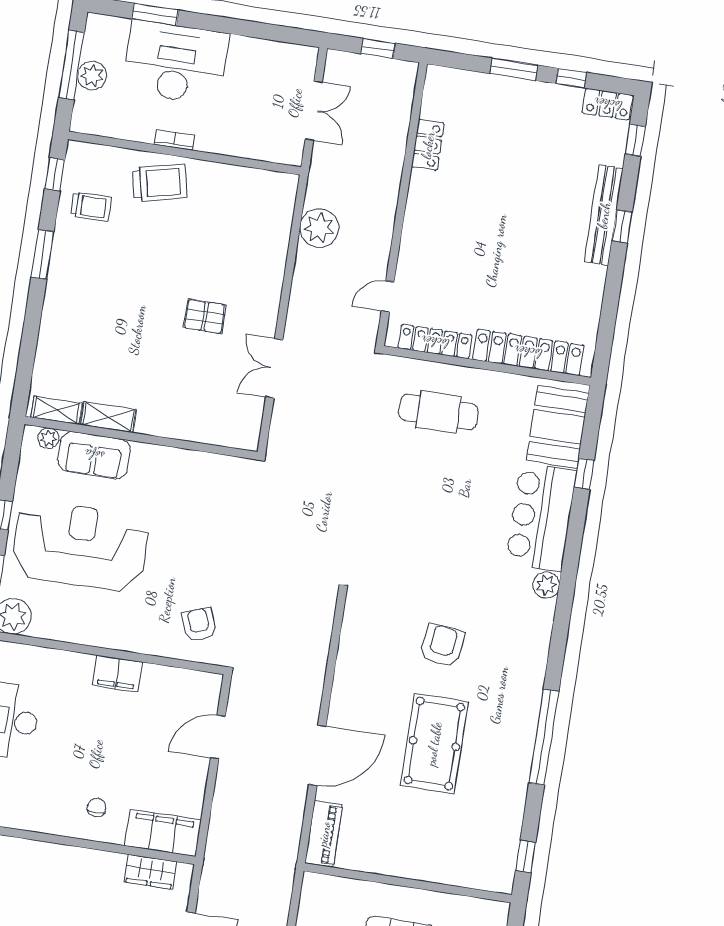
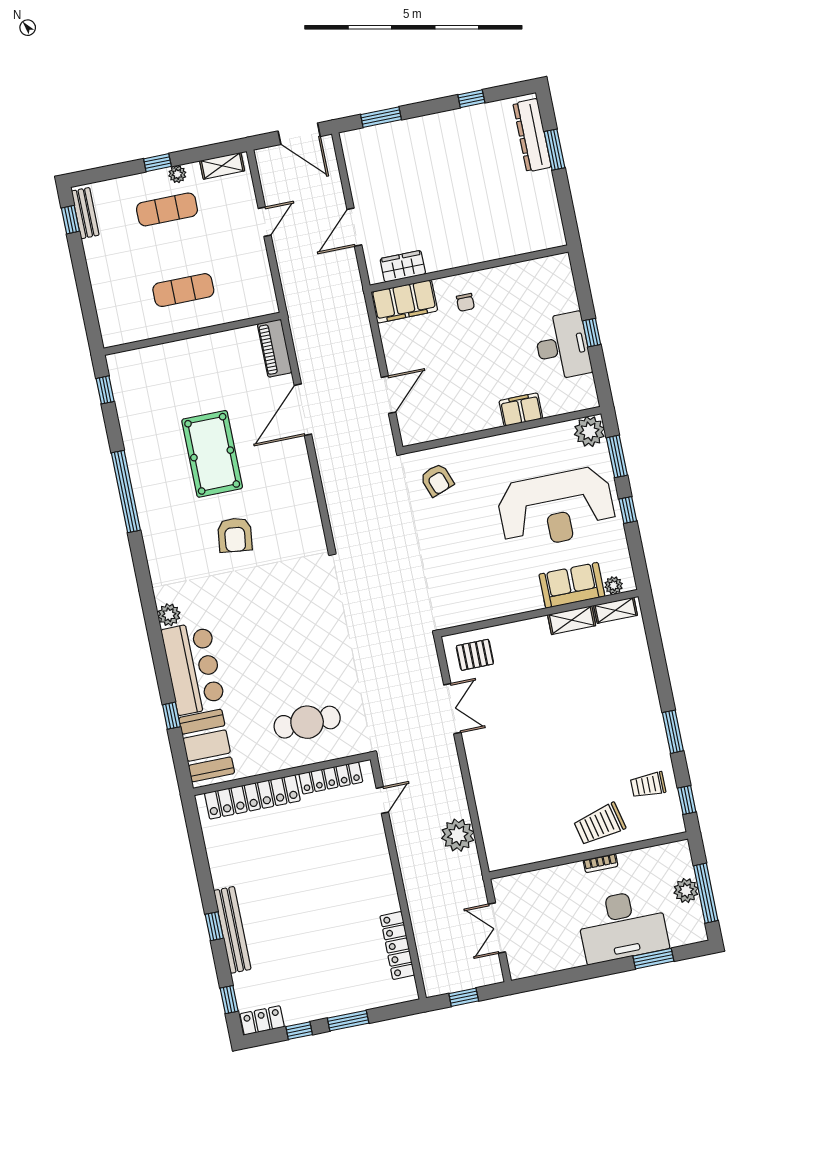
locker: (428, 145) -> (397, 946), width x1.53
pallet: (205, 316) -> (475, 655), moved
filing cabinet: (117, 674) -> (521, 410), moved

